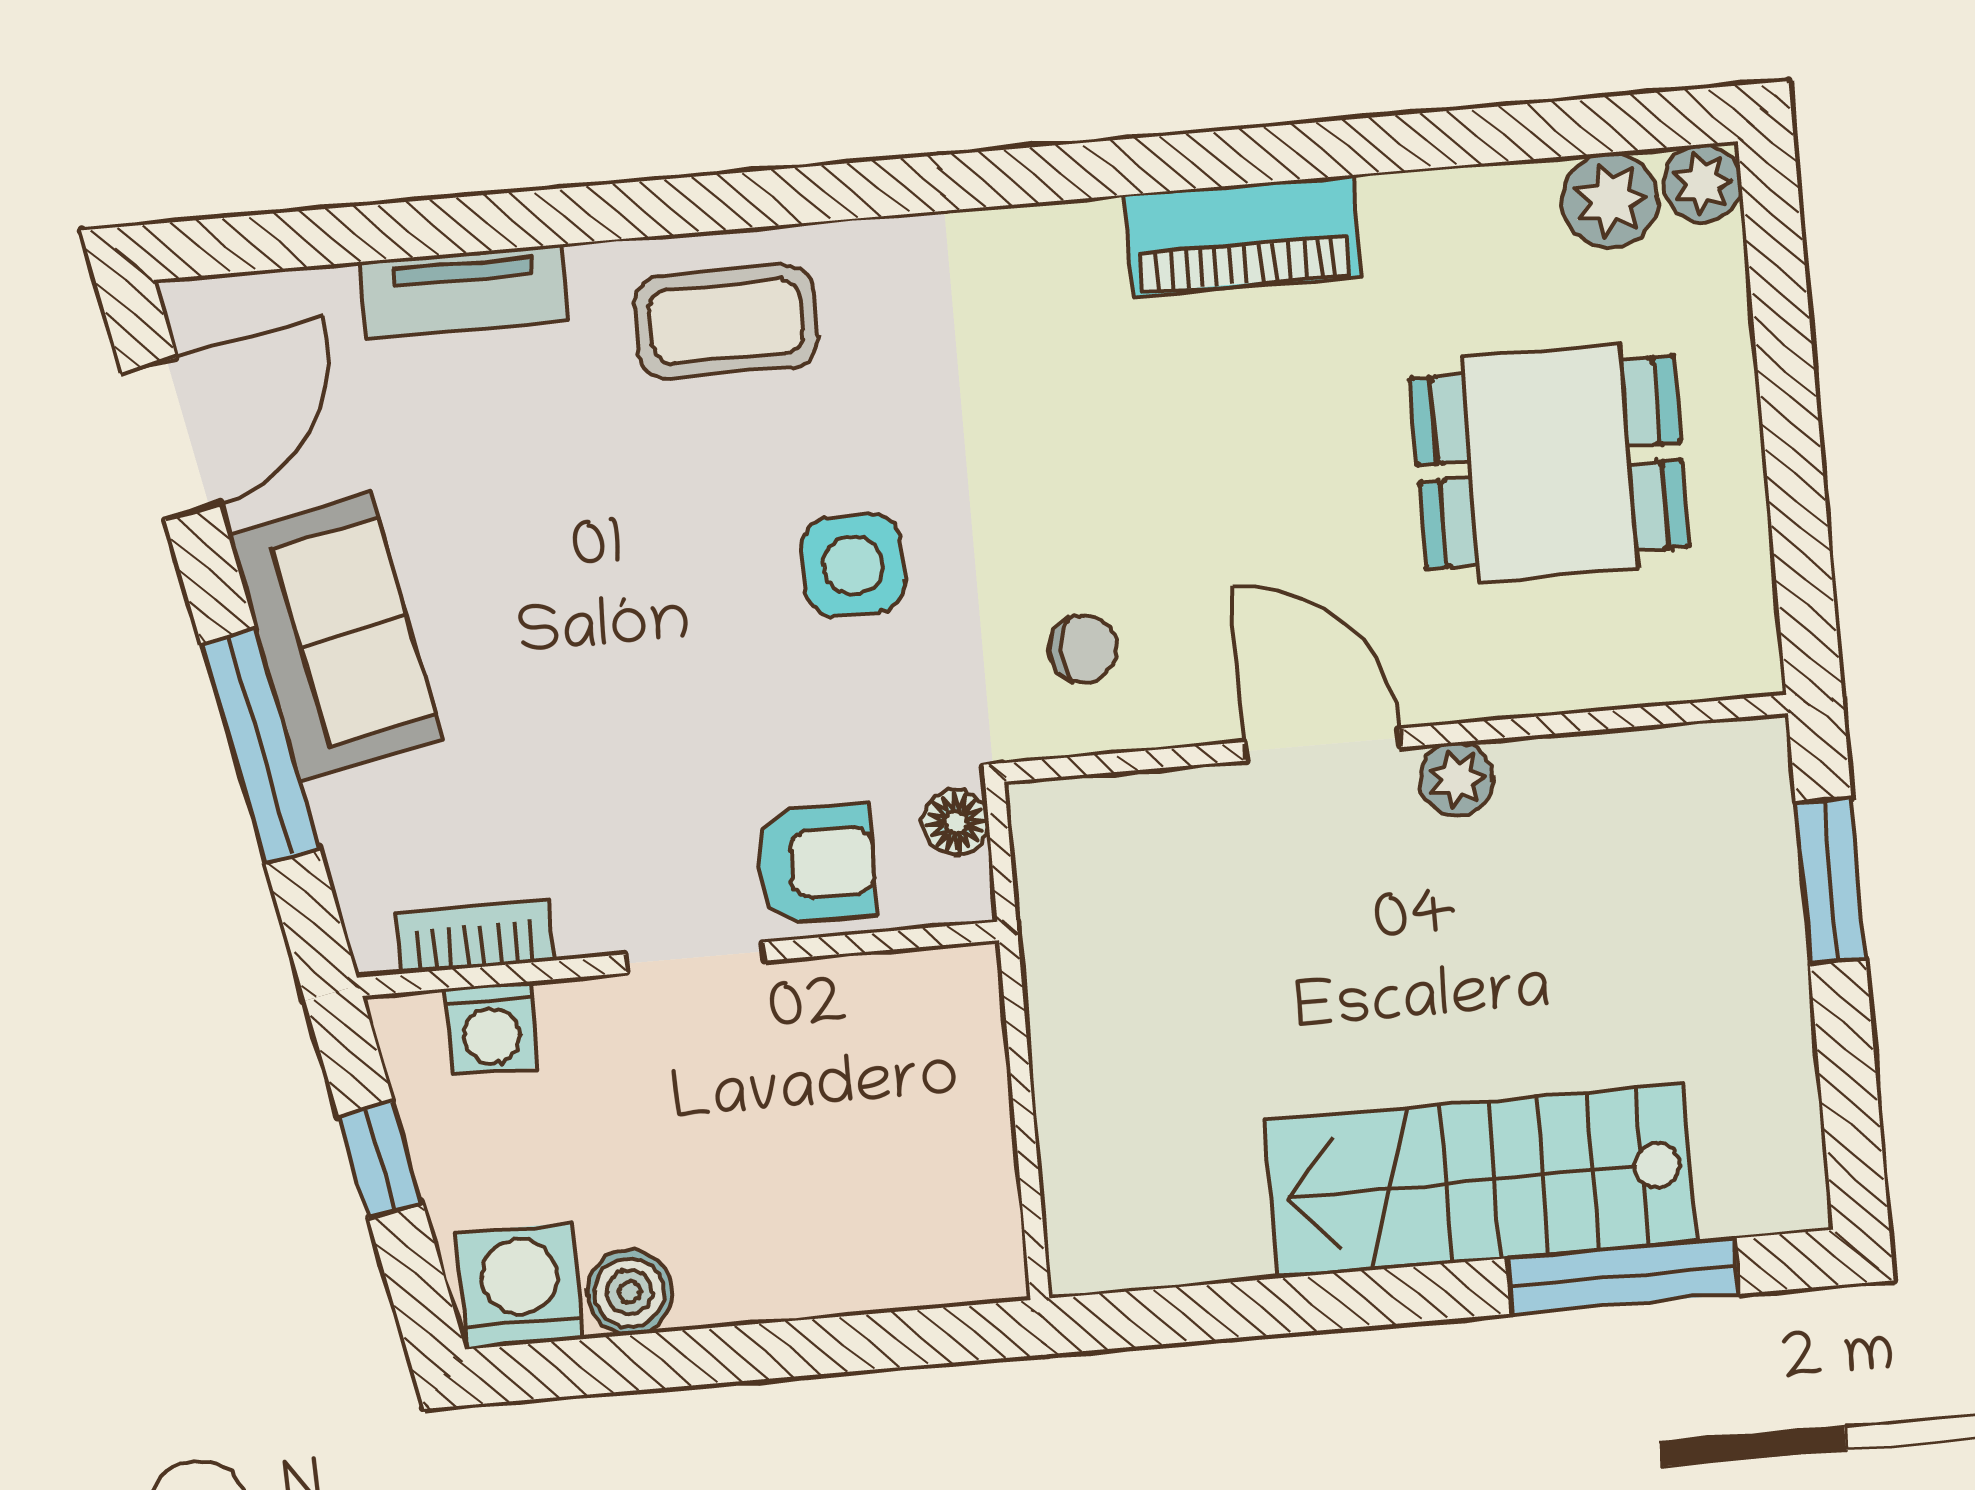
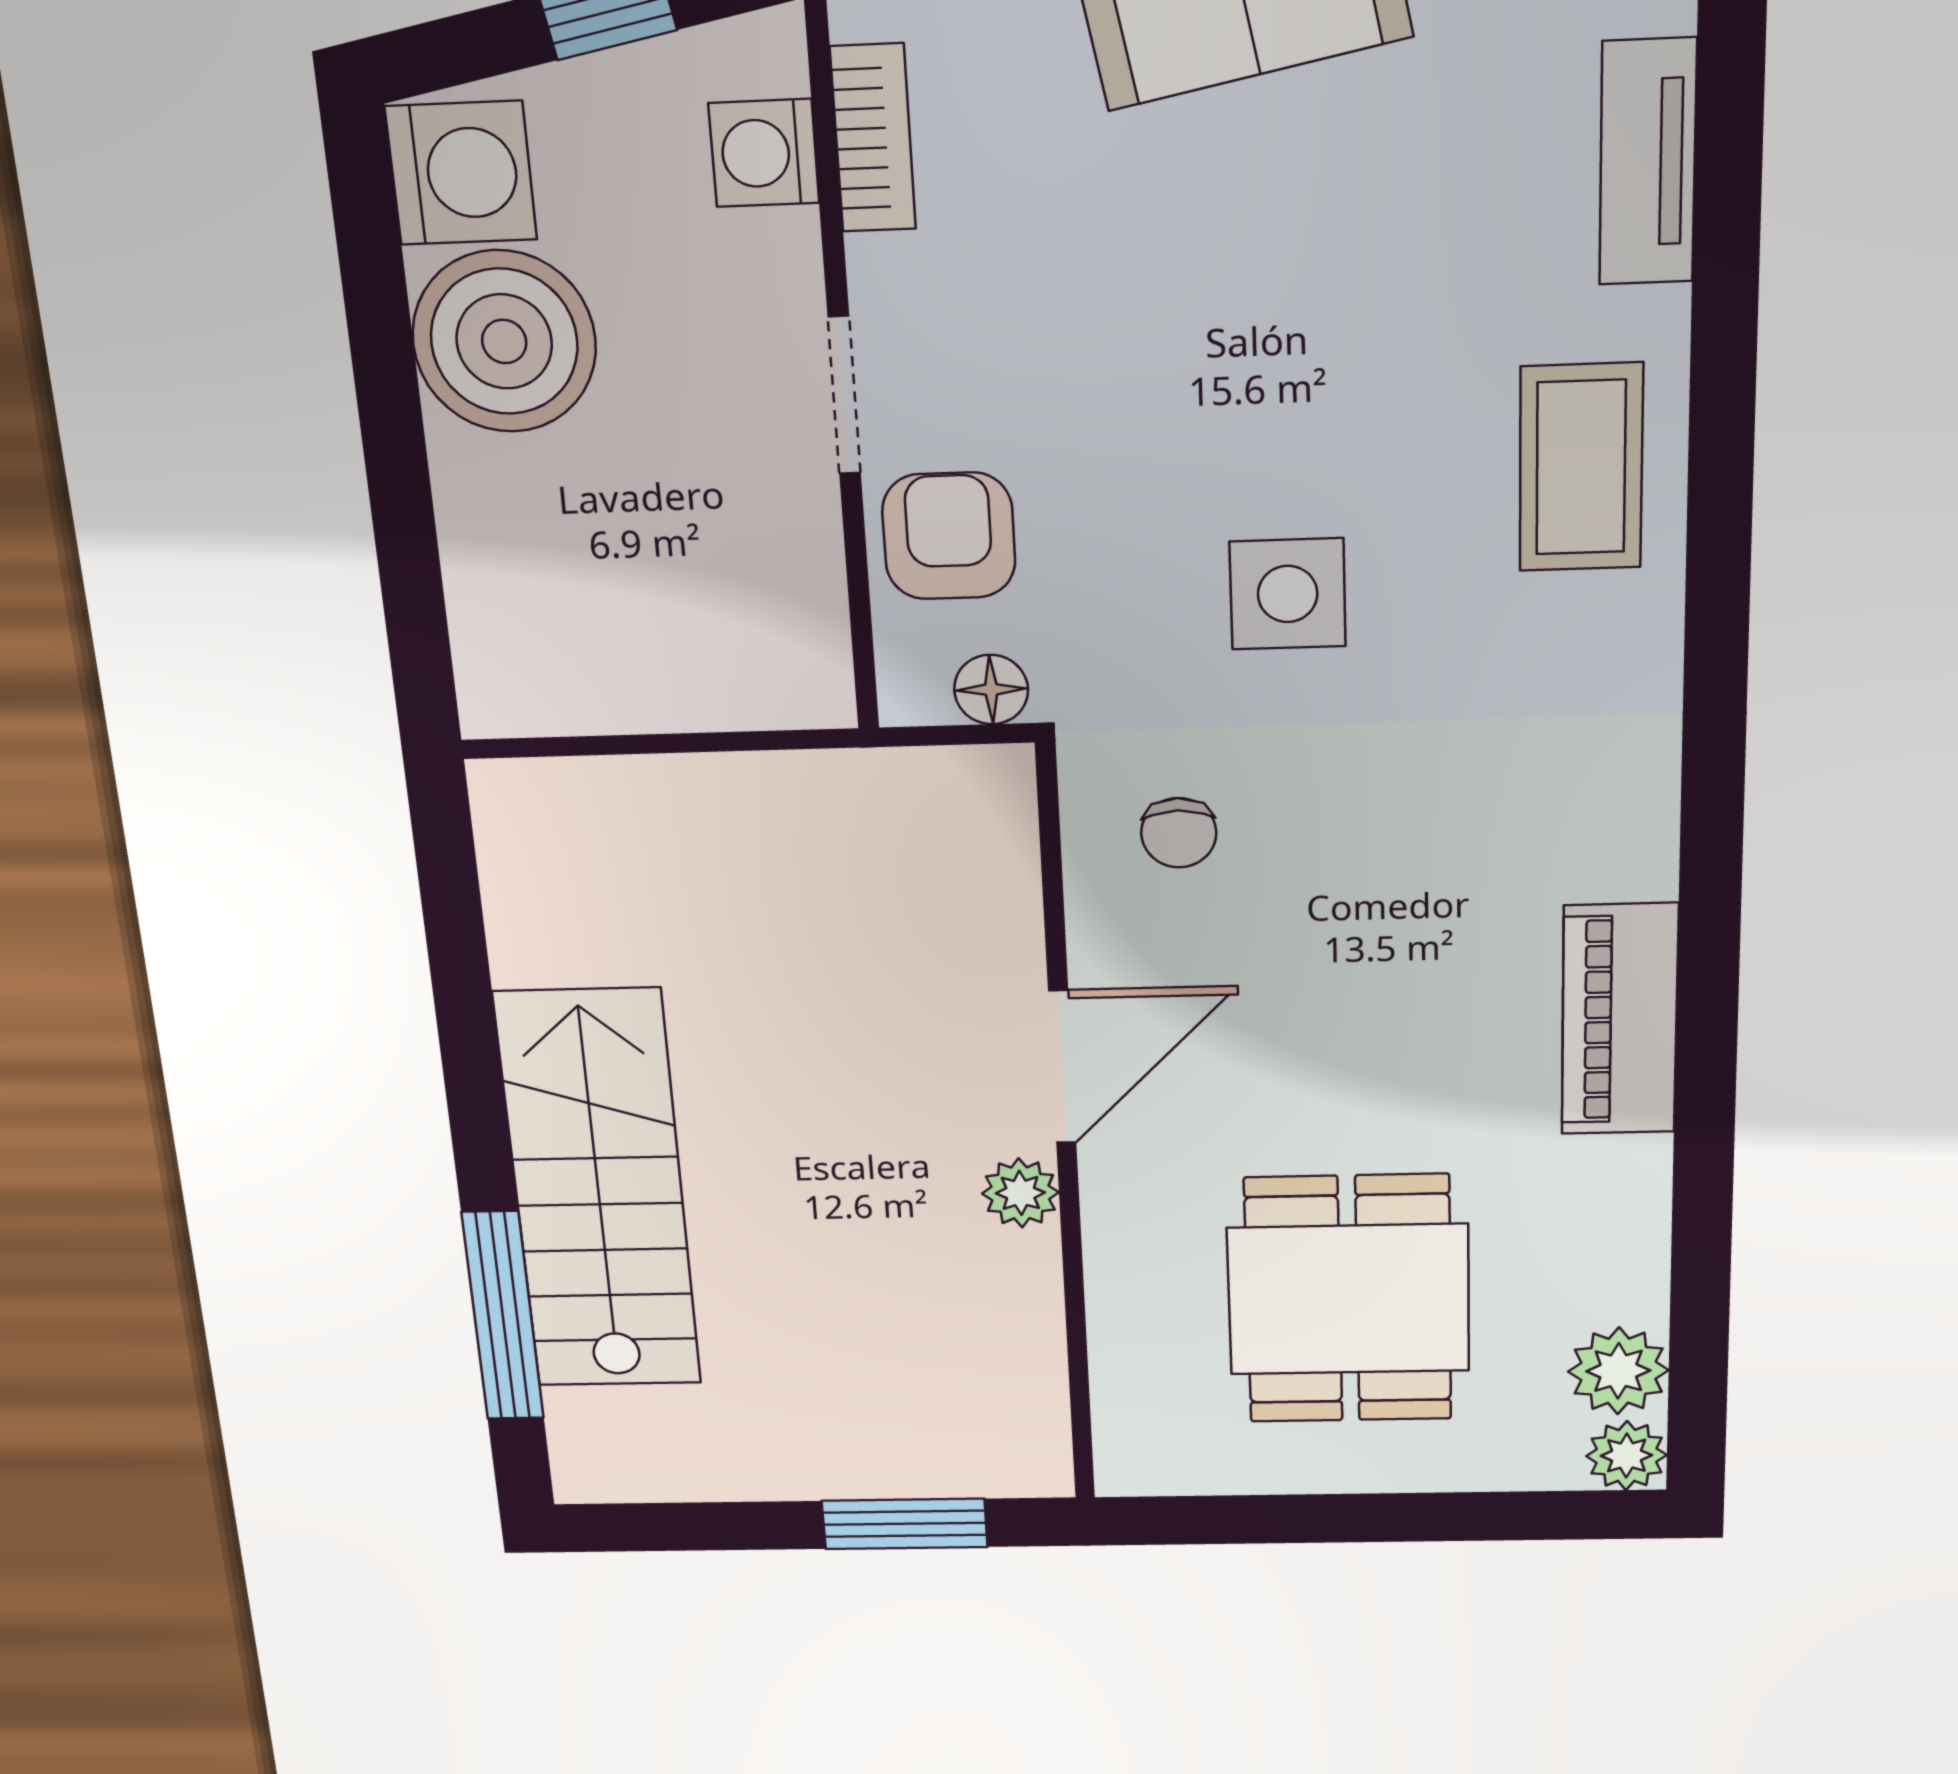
armchair: (816, 864) -> (949, 536), turned 180
boiler: (630, 1292) -> (504, 341), width x1.86, depth x1.86

